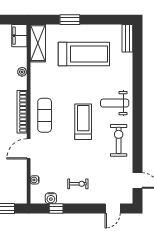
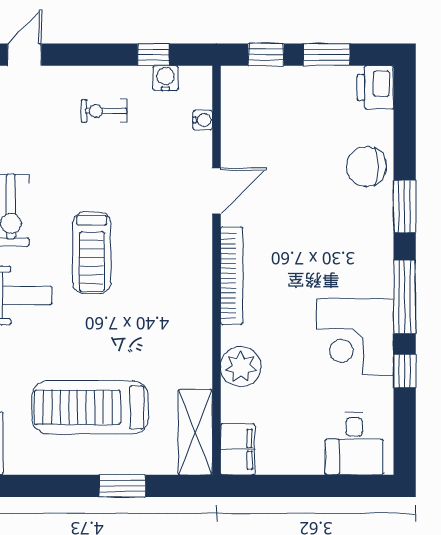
plant: (22, 72) -> (241, 367), width x1.87, depth x1.87
exercise mat: (45, 115) -> (180, 268), removed

